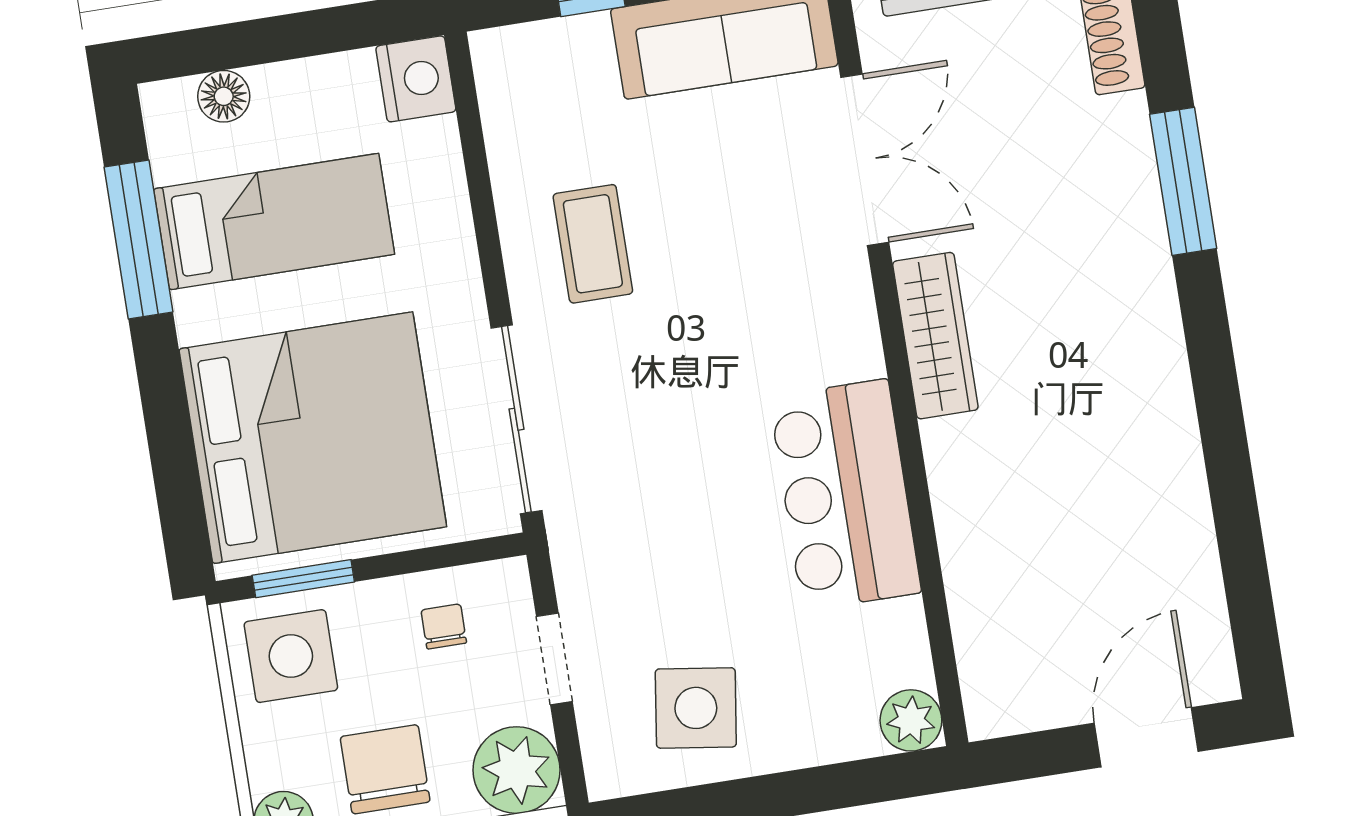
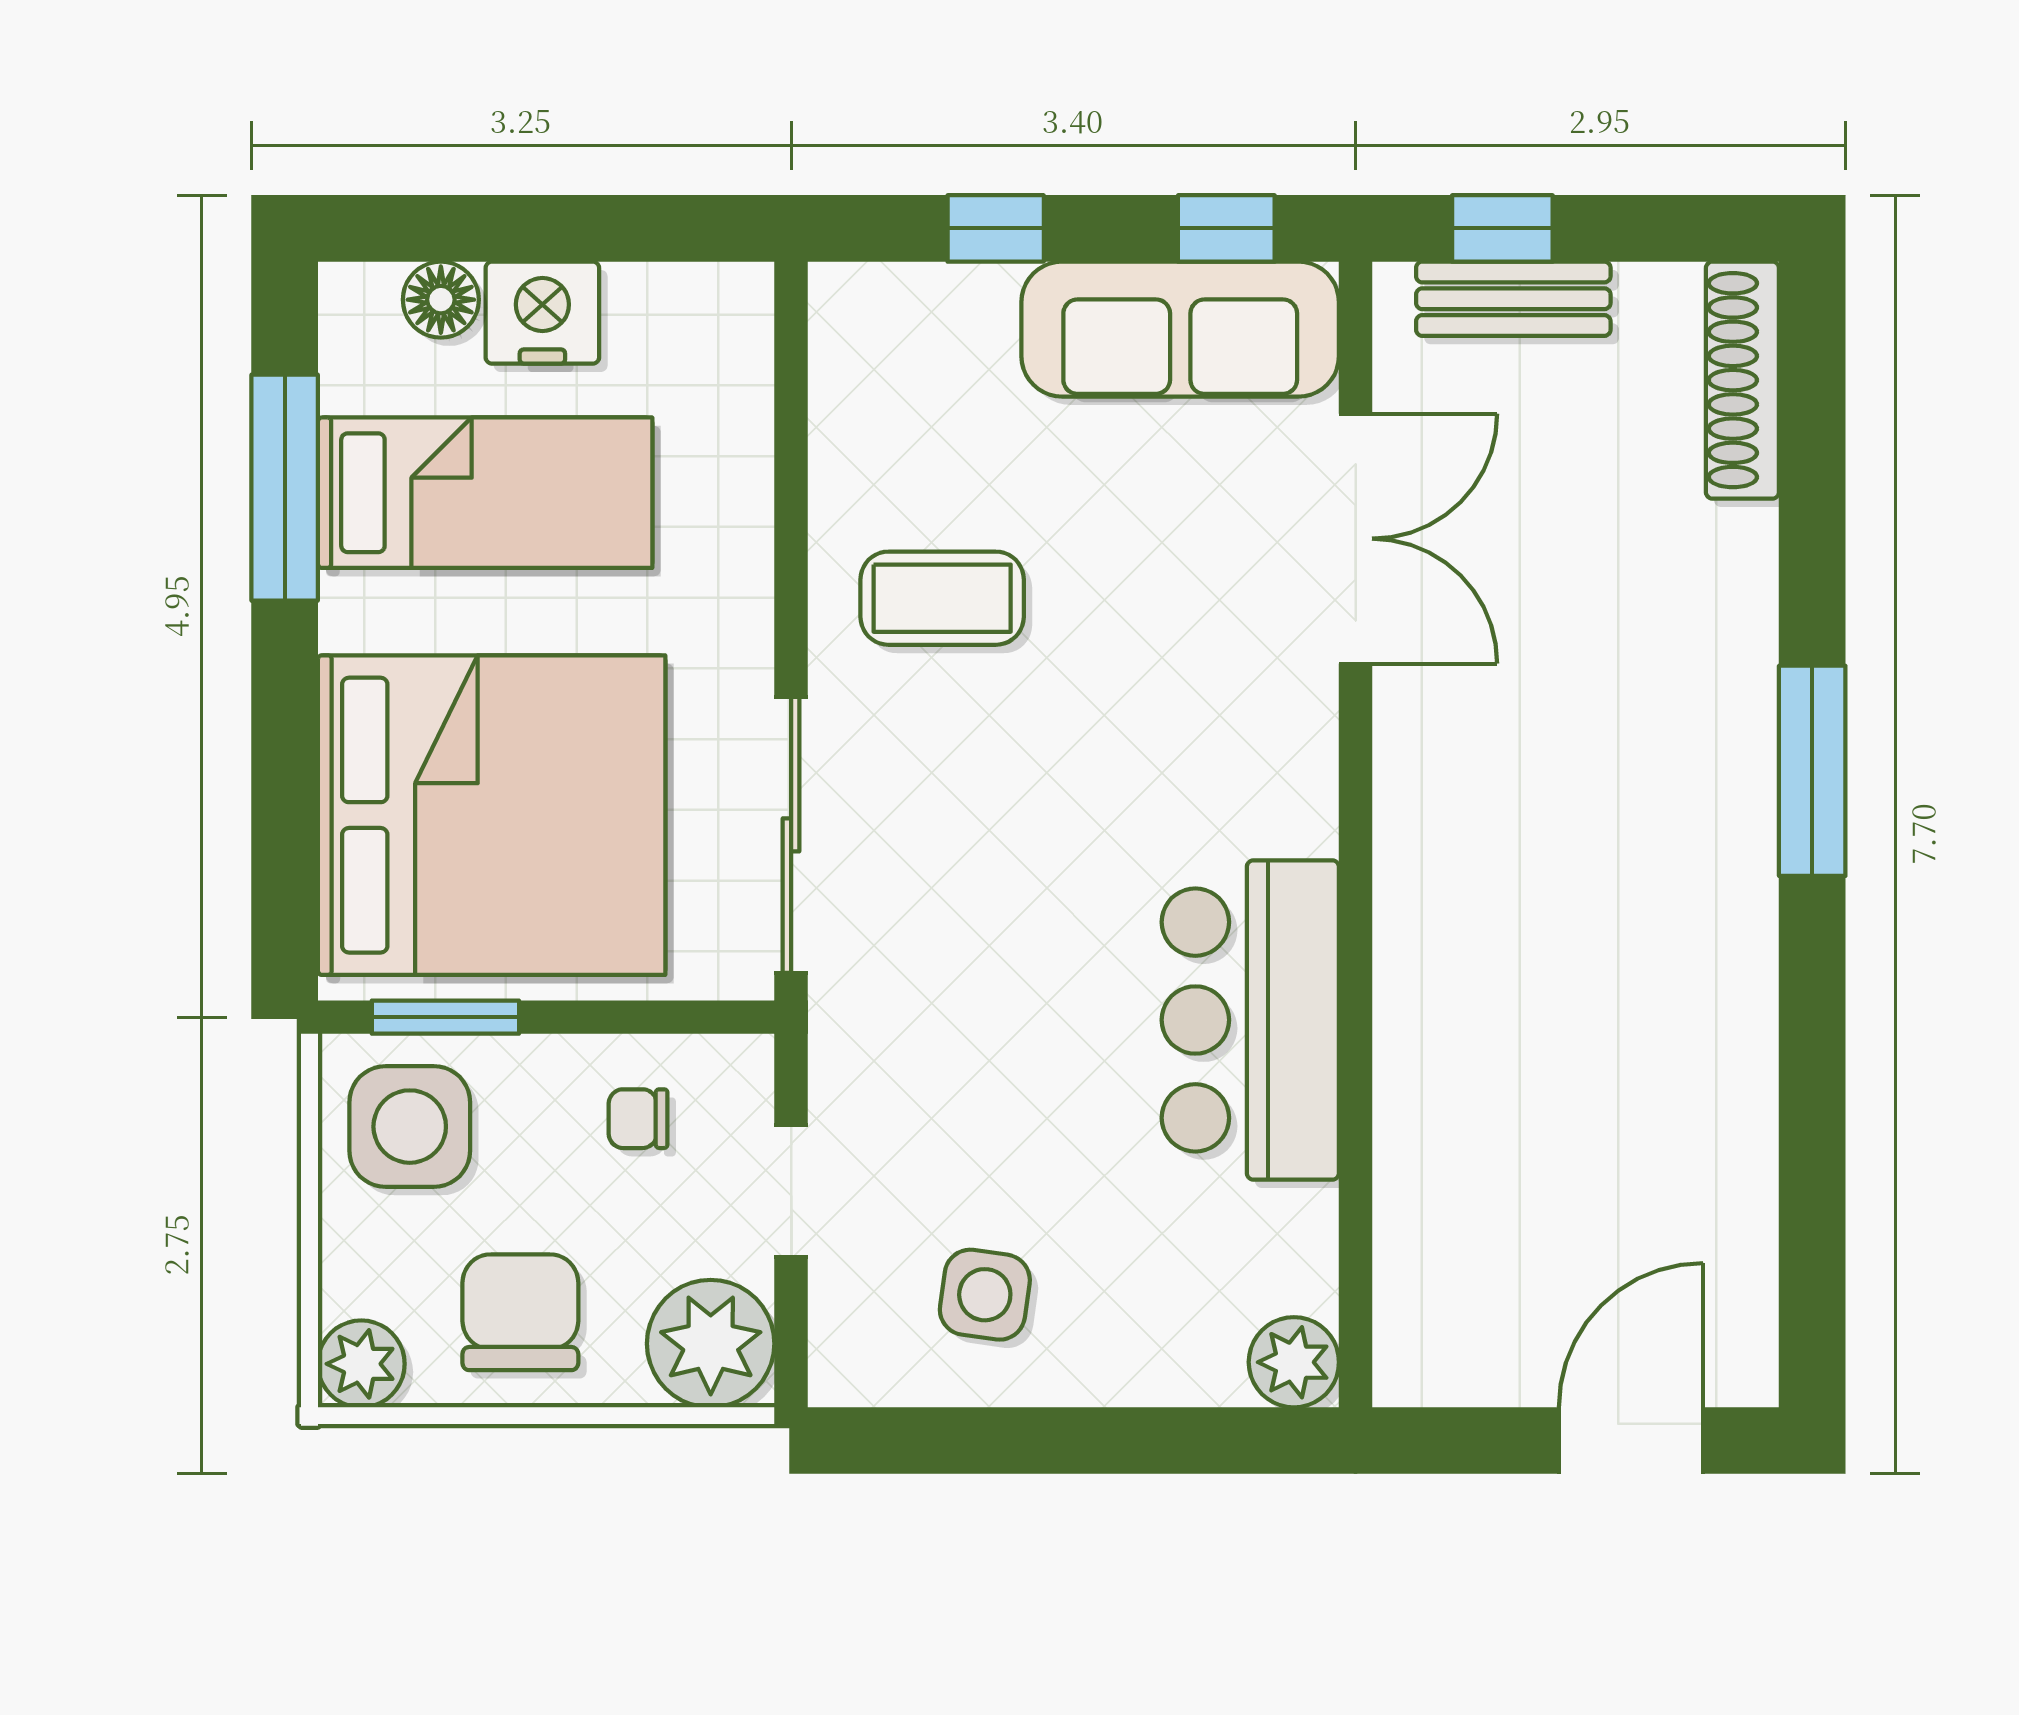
nightstand: (416, 79) -> (542, 313), moved, turned -90
window: (1183, 181) -> (1812, 771), moved
coffee table: (593, 244) -> (942, 598), turned 90
wardrobe: (935, 336) -> (1418, 810), removed
chair: (444, 626) -> (638, 1119), turned -90
side table: (696, 708) -> (985, 1295), width x0.73, depth x0.73

